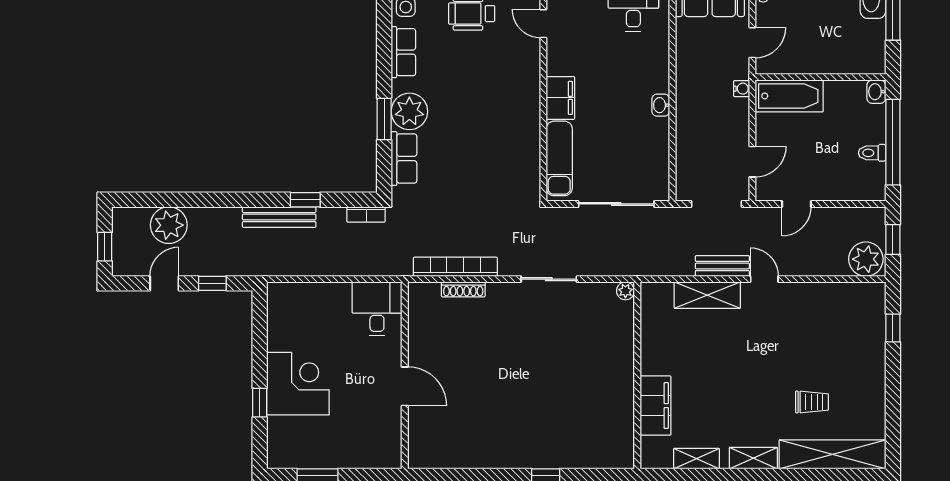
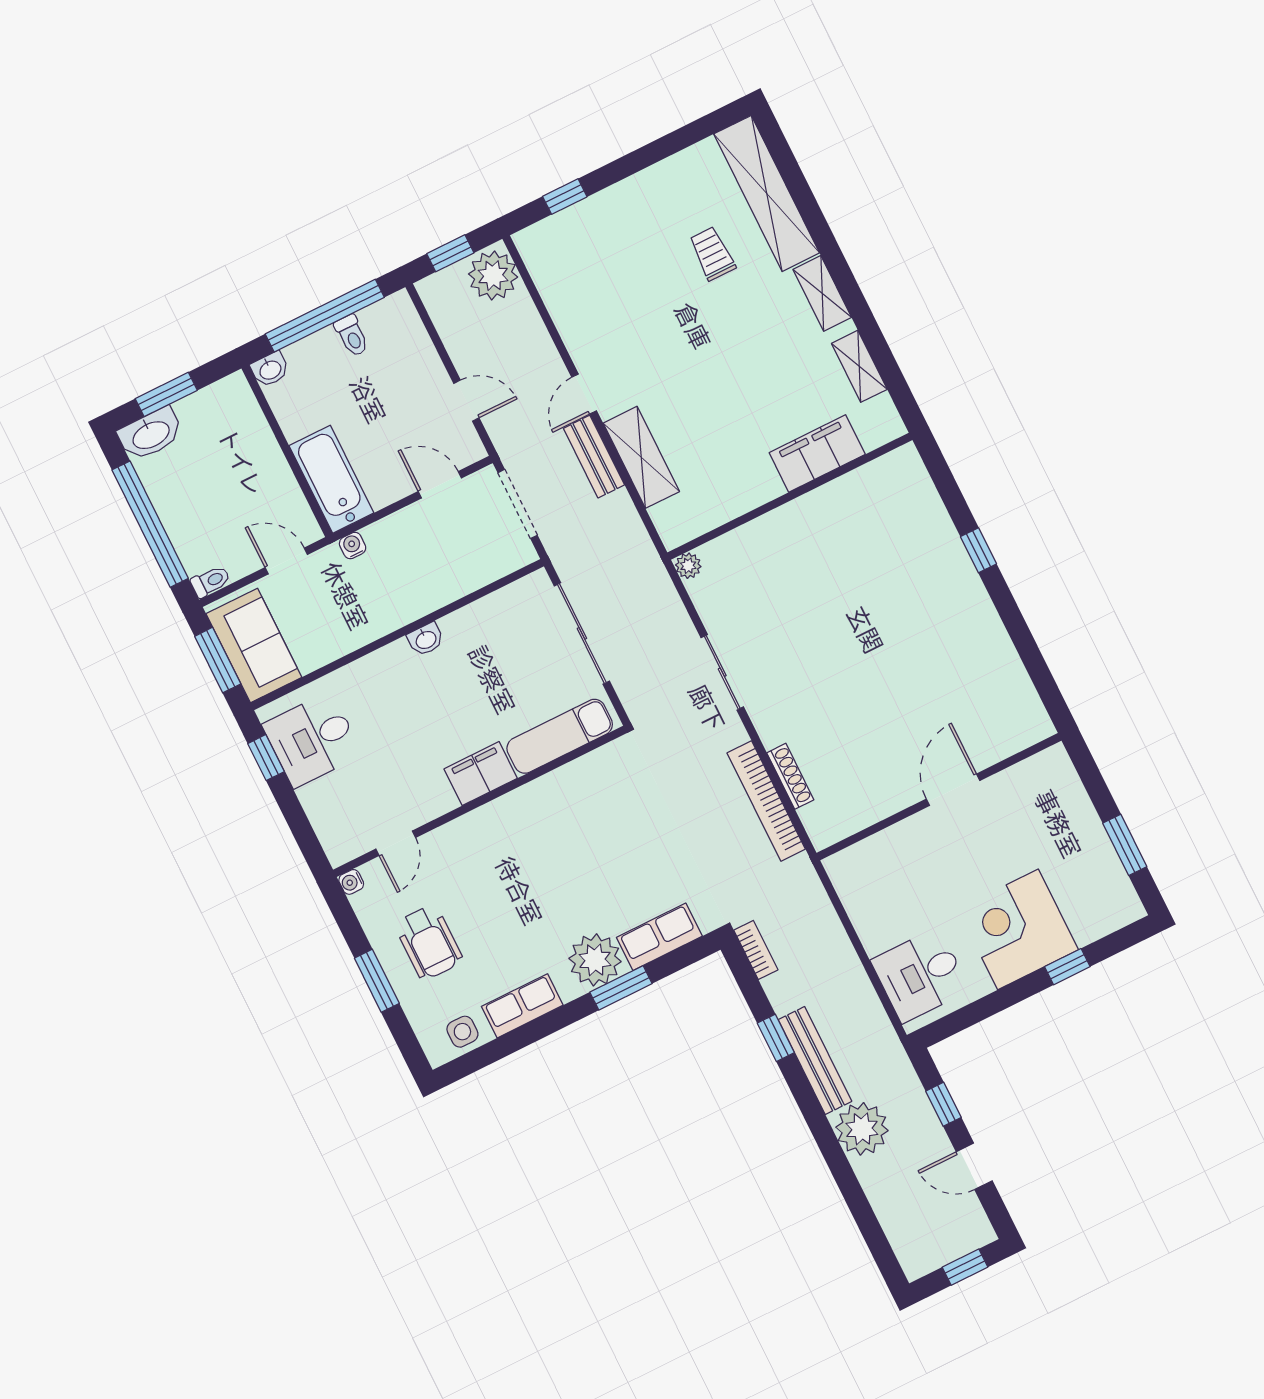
plant: (169, 225) -> (862, 1129), moved
desk: (377, 309) -> (920, 975), moved

